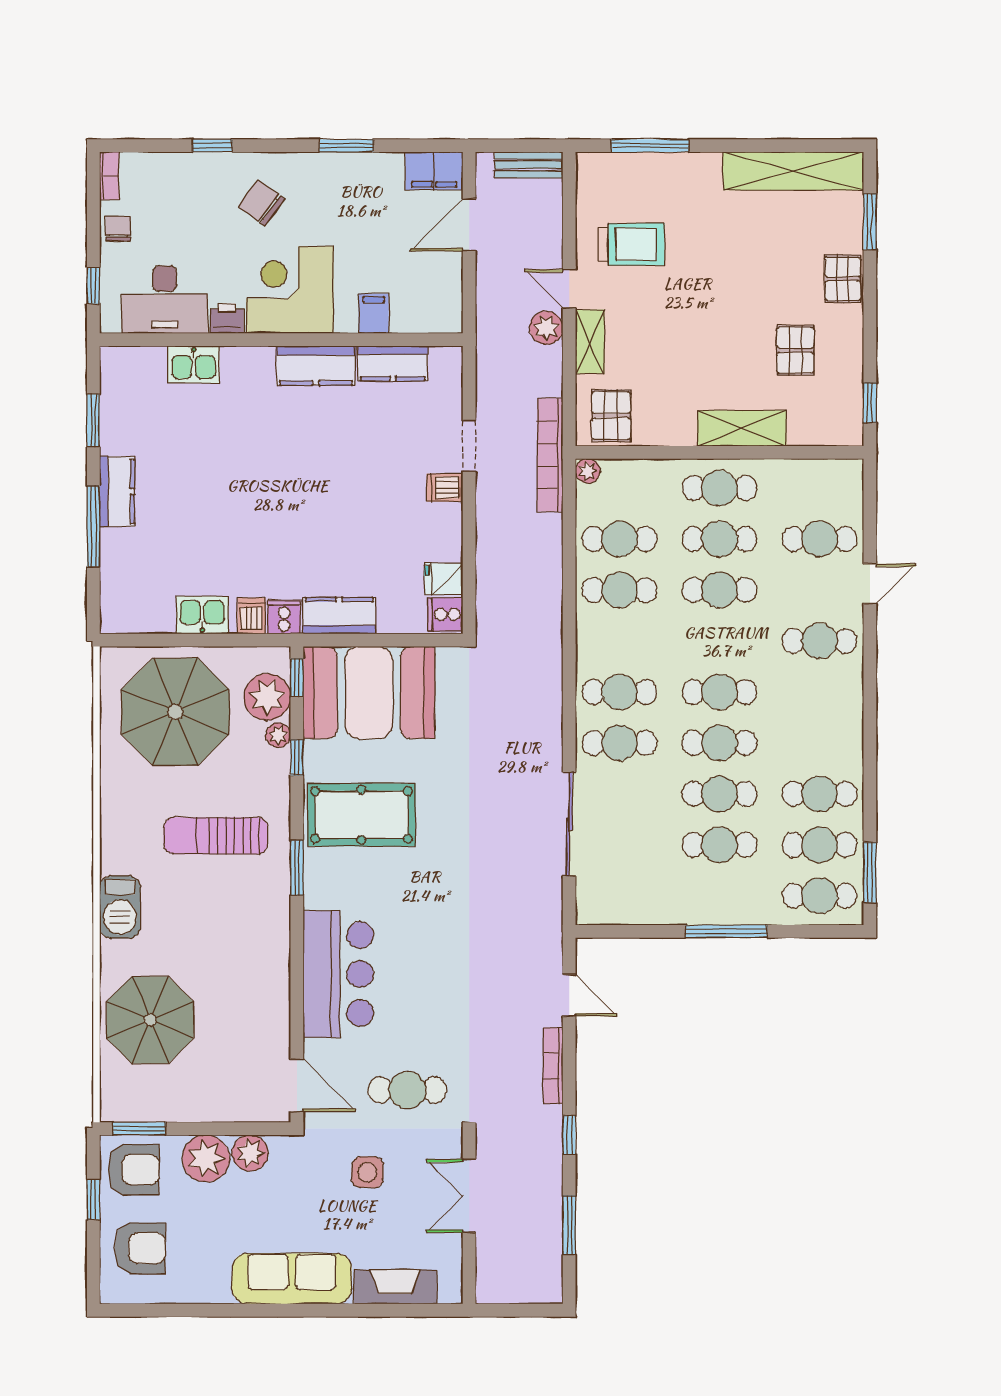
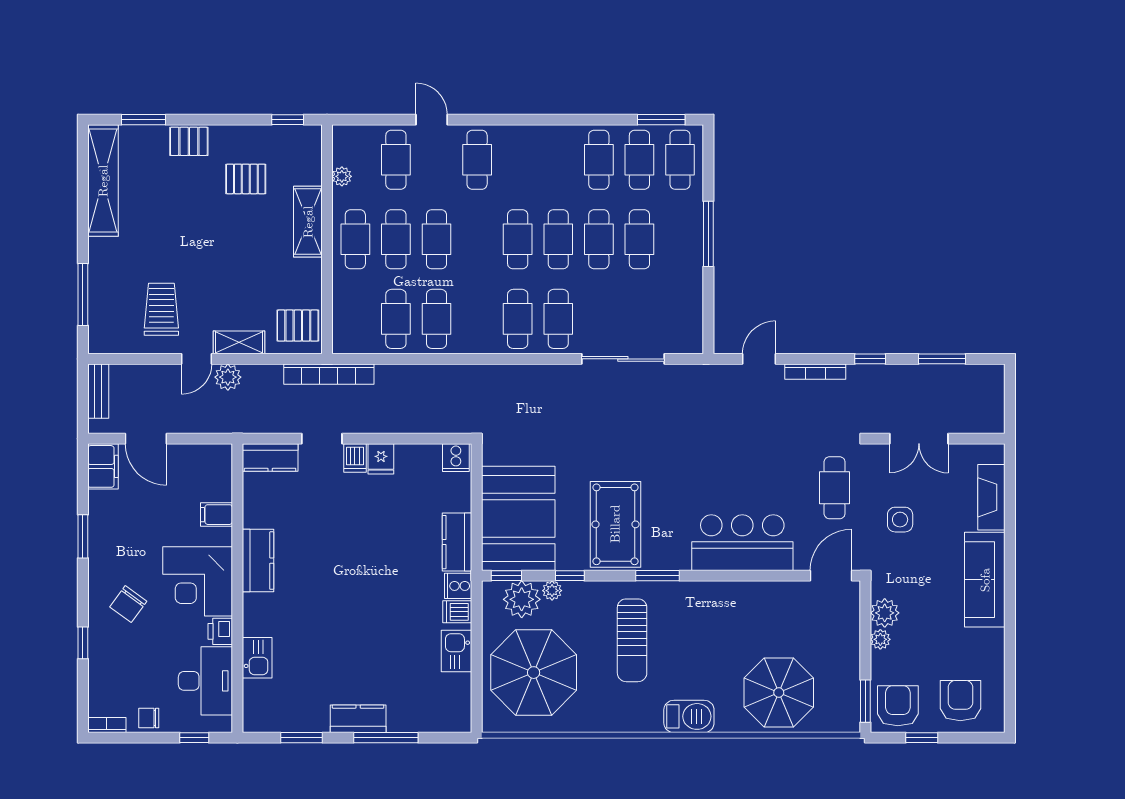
kitchen counter: (393, 363) -> (270, 458), moved, turned 90
plant: (588, 471) -> (342, 176), moved
fridge: (444, 579) -> (381, 459), moved
plant: (206, 1159) -> (880, 639), width x0.53, depth x0.53

